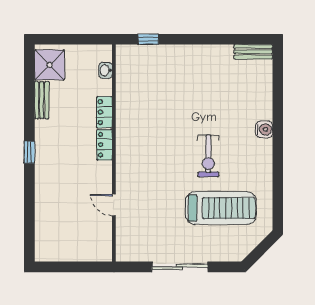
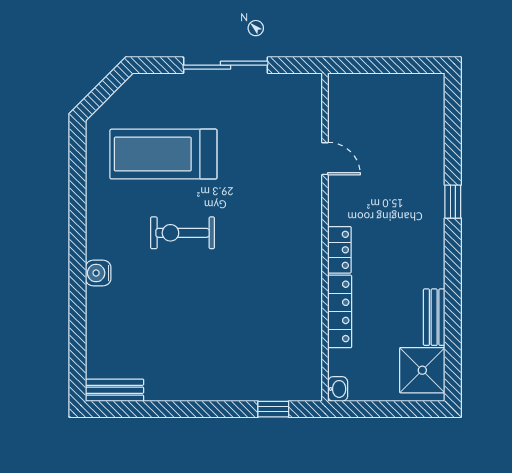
washbasin: (106, 70) -> (338, 389), moved
locker: (104, 112) -> (340, 311), width x1.53
window: (29, 152) -> (453, 202), moved
exercise bike: (208, 156) -> (183, 233), turned -90

